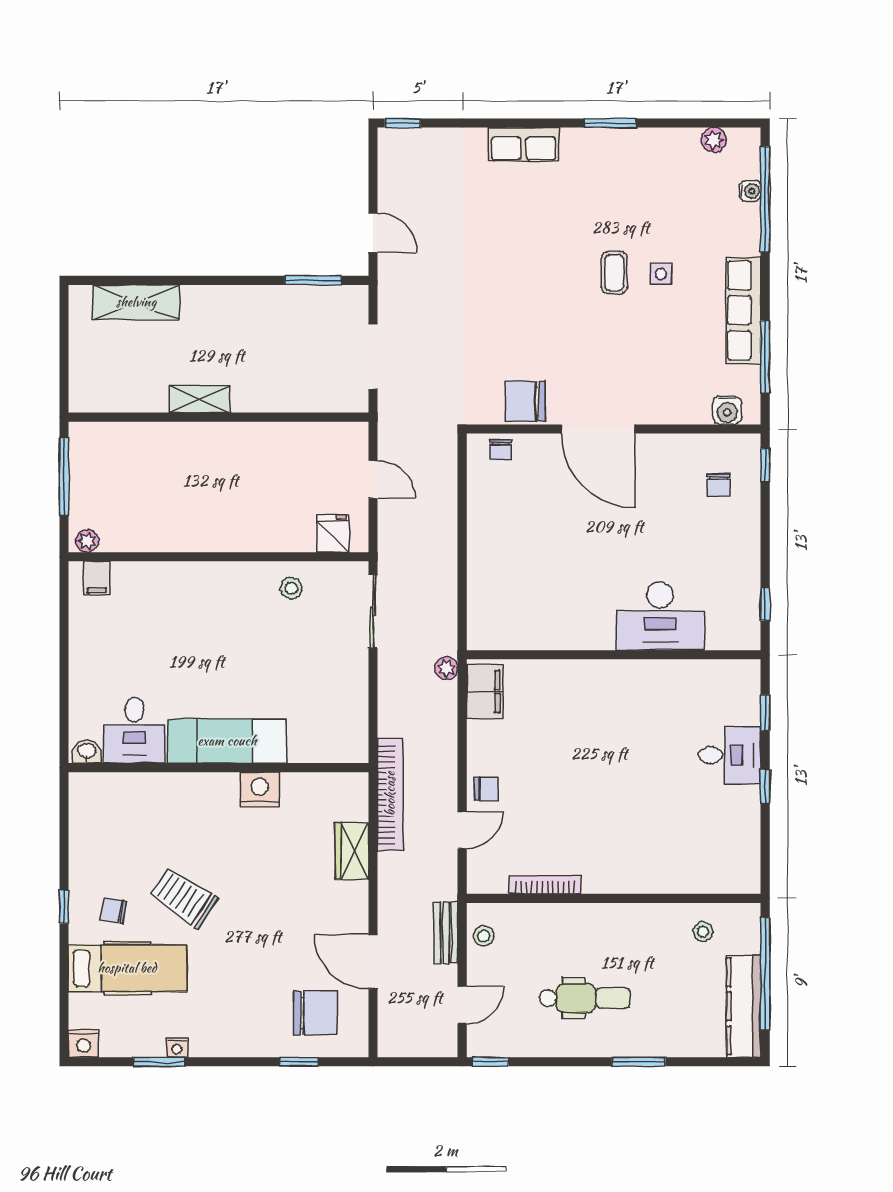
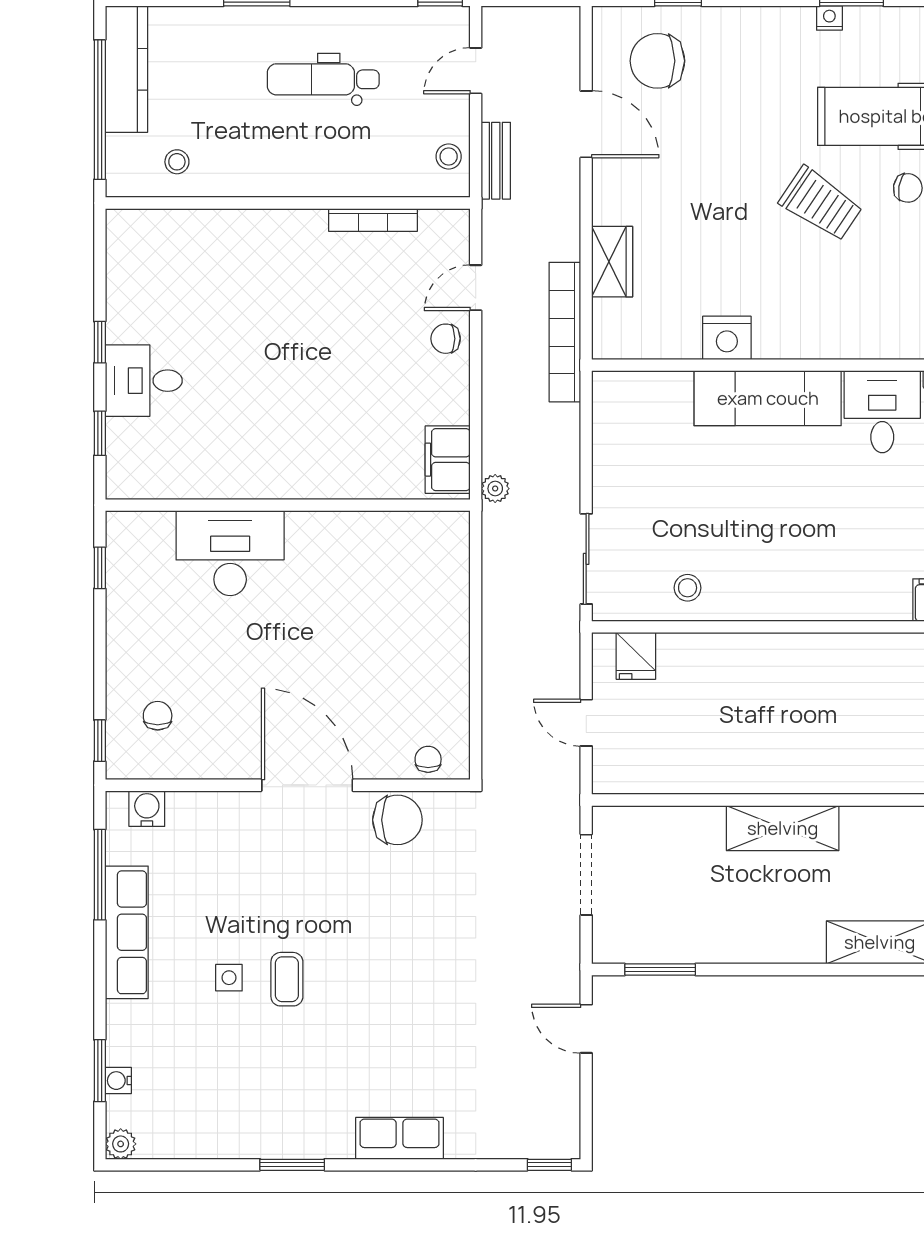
plant: (714, 140) -> (121, 1144), moved
window: (765, 199) -> (100, 1071), width x0.47
shelving: (199, 399) -> (783, 828), width x1.50, depth x1.33

